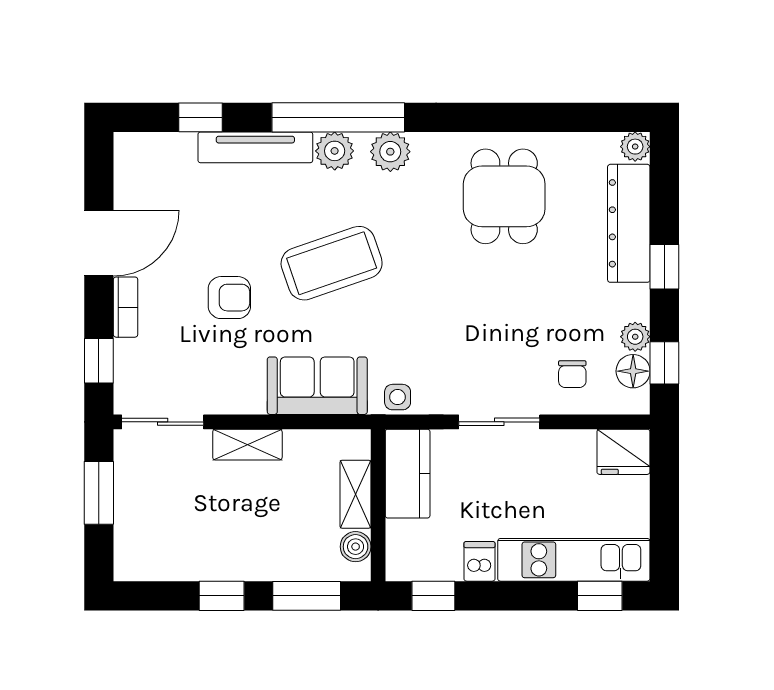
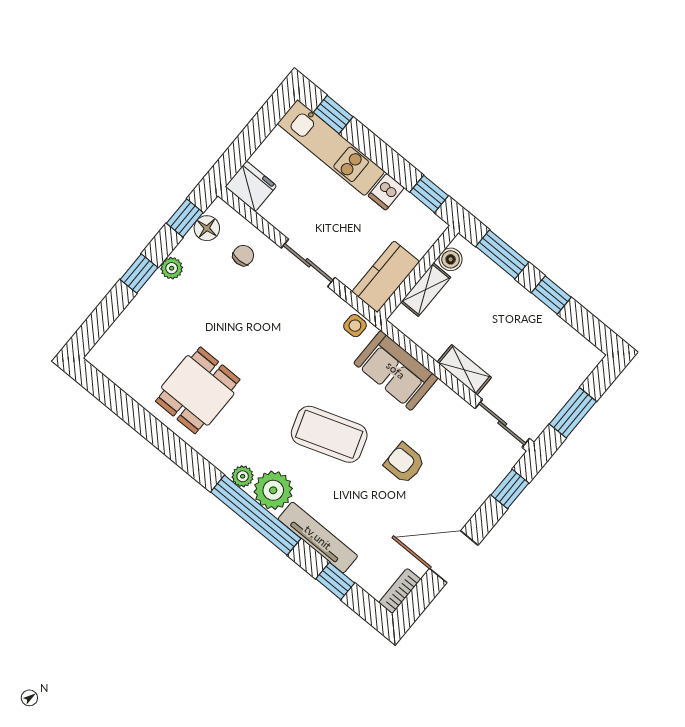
plant: (635, 147) -> (98, 357), removed
plant: (335, 151) -> (273, 490), width x1.36, depth x1.36
plant: (390, 152) -> (243, 476), width x0.73, depth x0.73
dresser: (629, 223) -> (139, 315), removed
bookcase: (126, 307) -> (400, 591), moved
plant: (635, 337) -> (172, 268), moved

